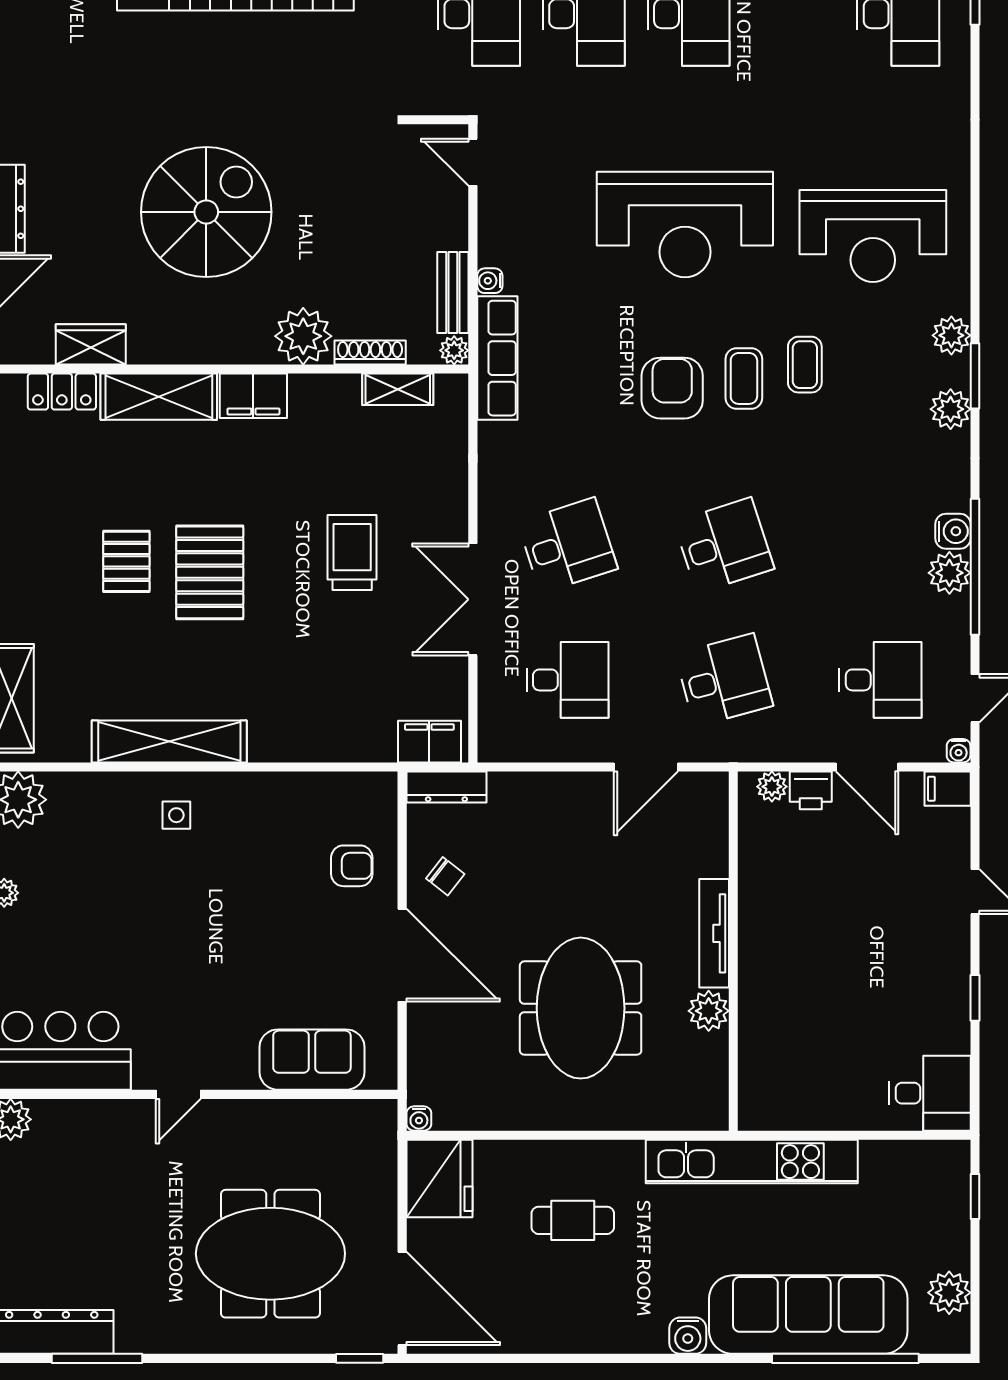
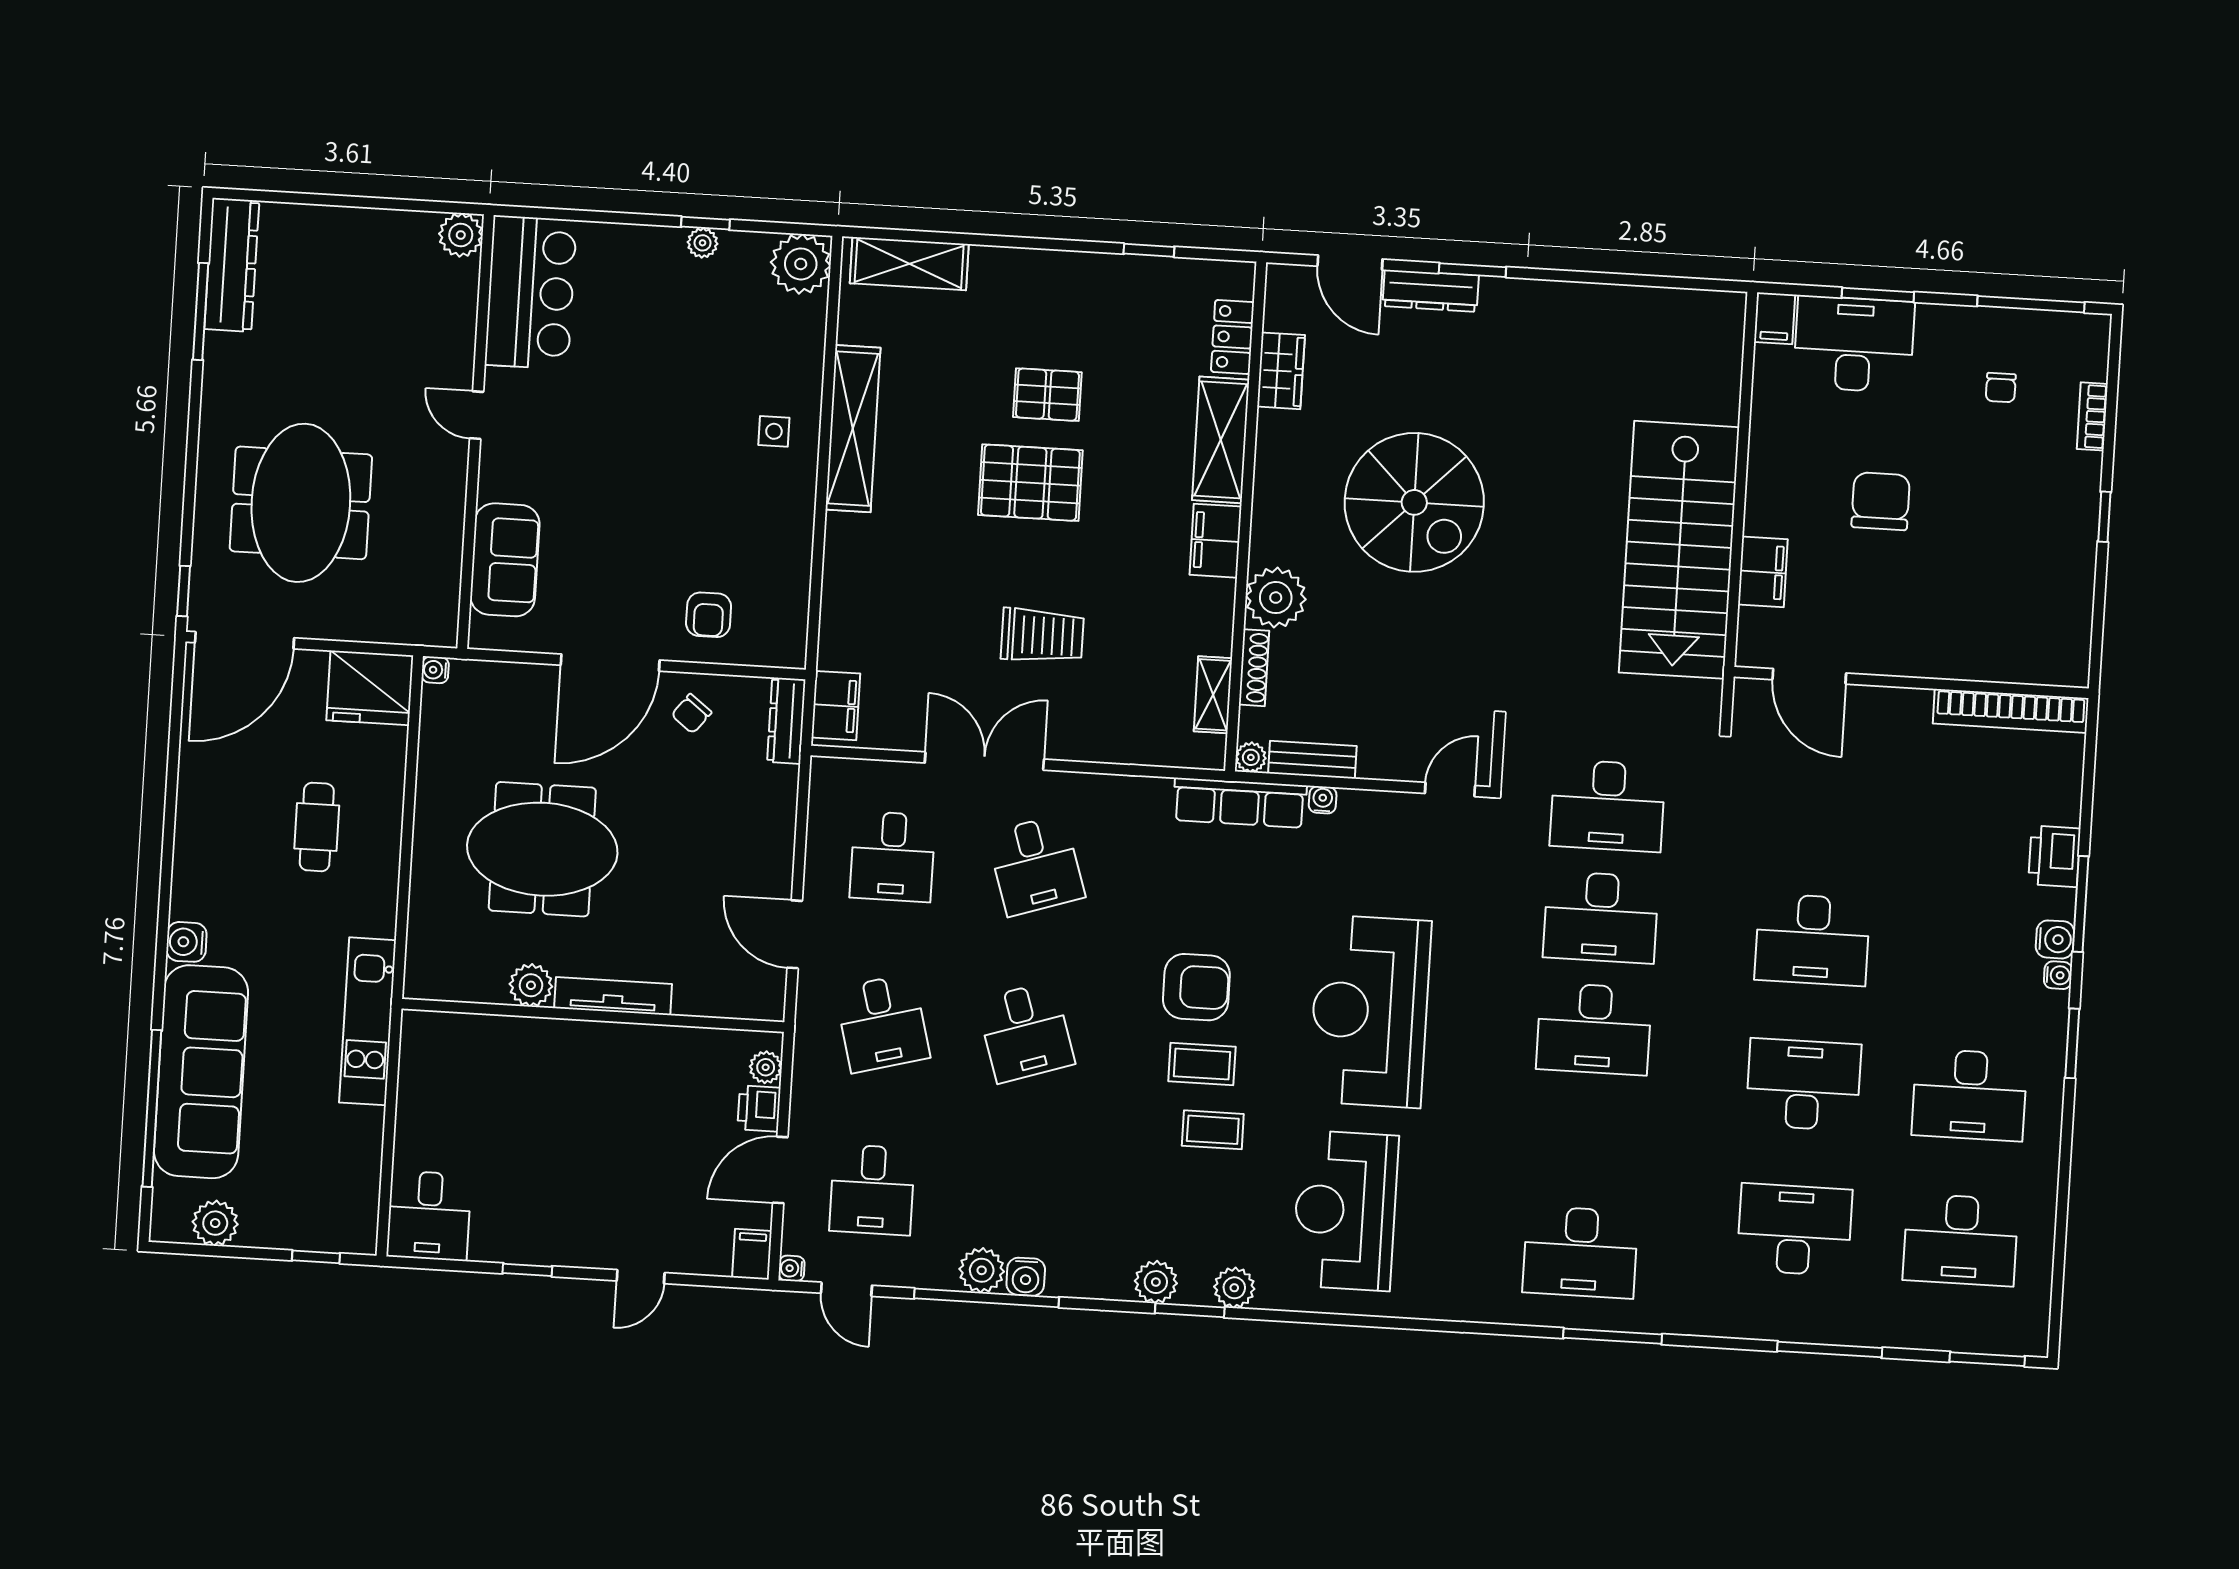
kitchen unit: (752, 1162) -> (368, 1021), width x0.73

